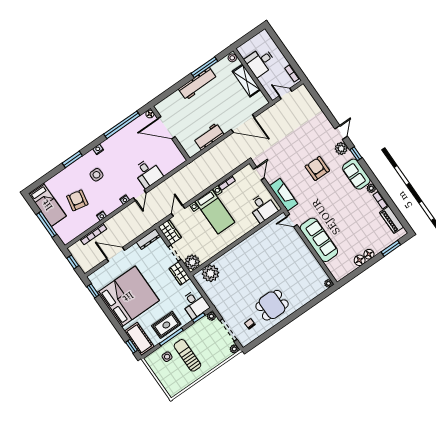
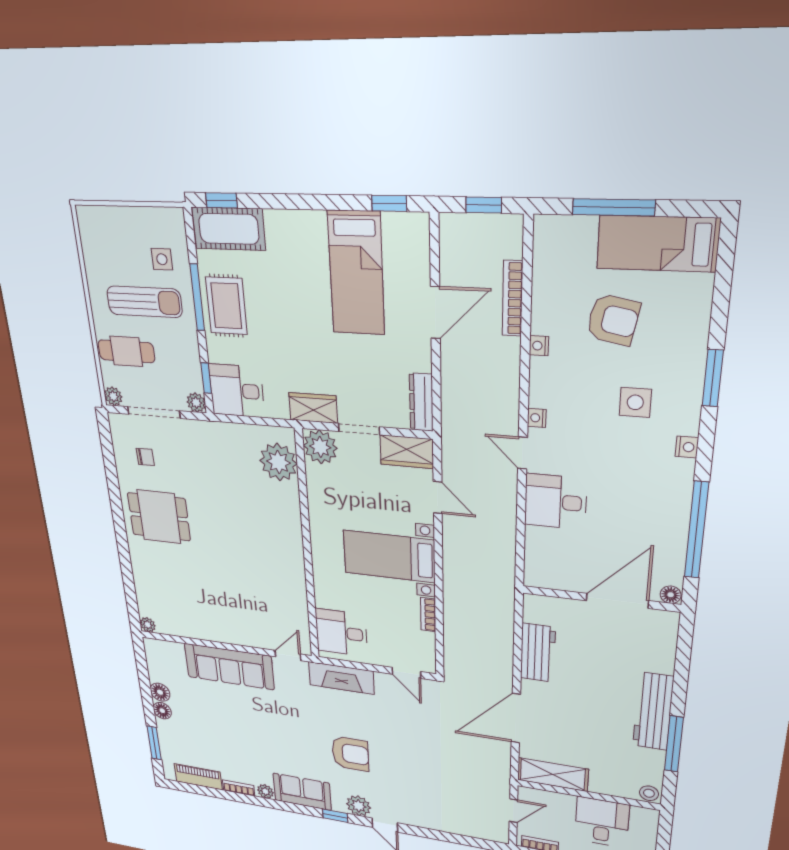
shelving: (246, 81) -> (553, 774), moved
bed: (128, 297) -> (356, 273), width x0.49
dining table: (272, 305) -> (159, 517), turned 90
cafe table: (212, 353) -> (126, 351), added

